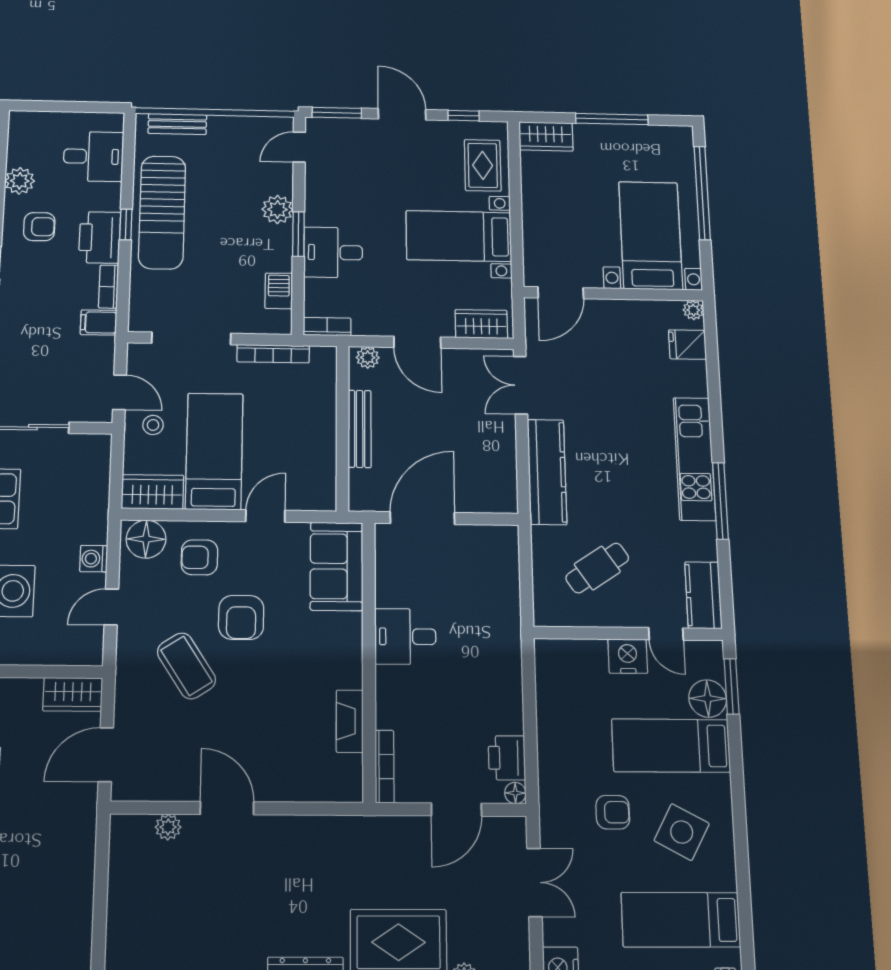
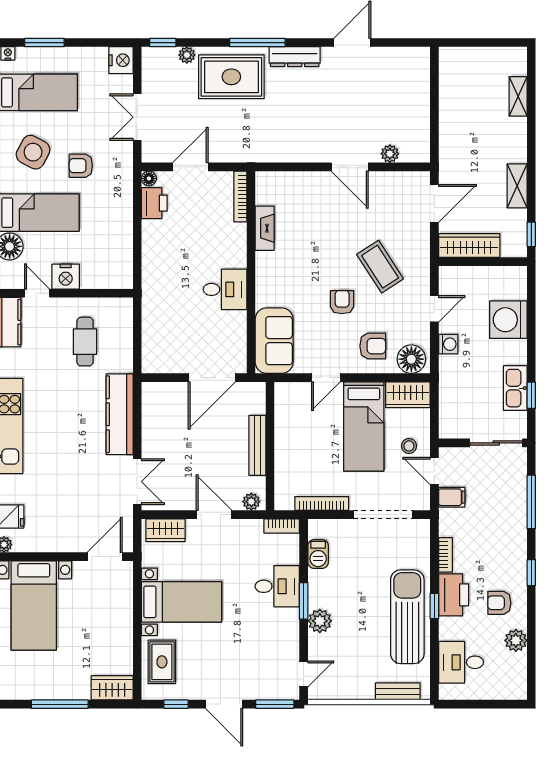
filing cabinet: (99, 322) -> (452, 497), moved
cafe table: (597, 568) -> (85, 342), turned -56
armchair: (241, 617) -> (342, 302), width x0.72, depth x0.72
wardrobe: (73, 694) -> (469, 246), width x1.50

